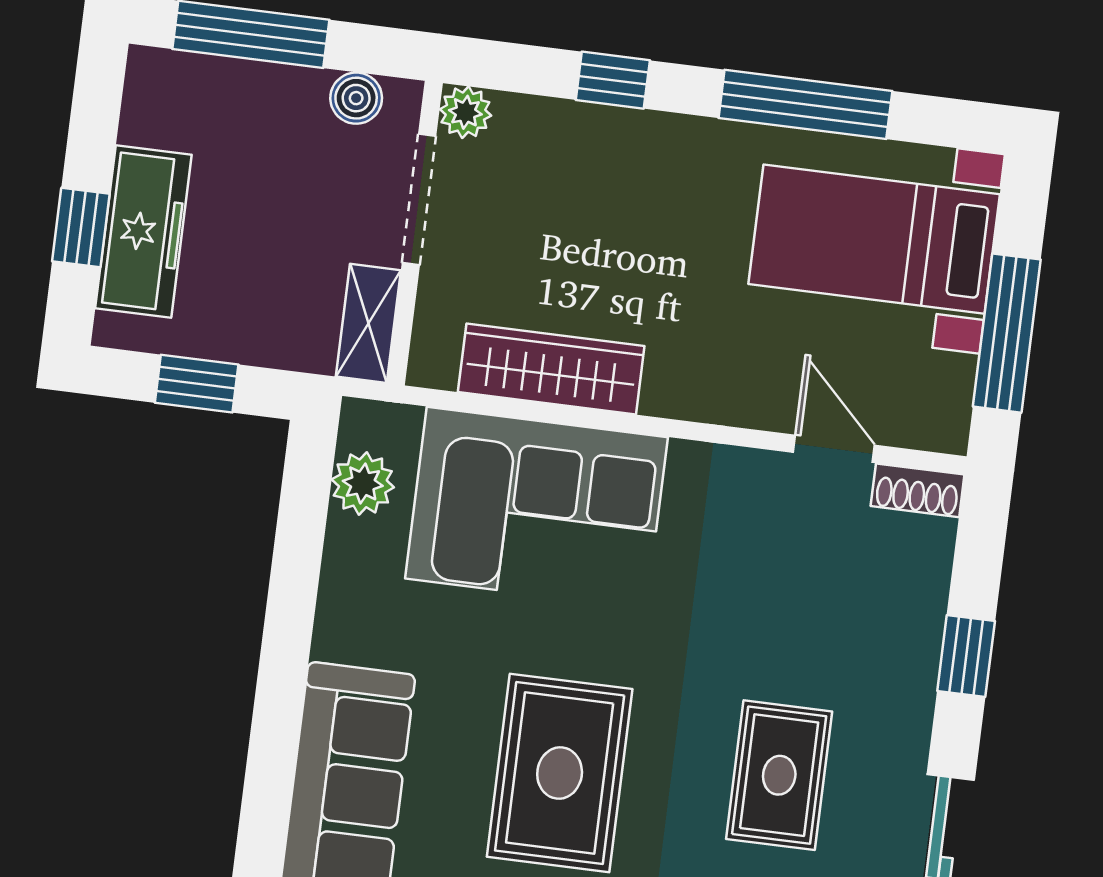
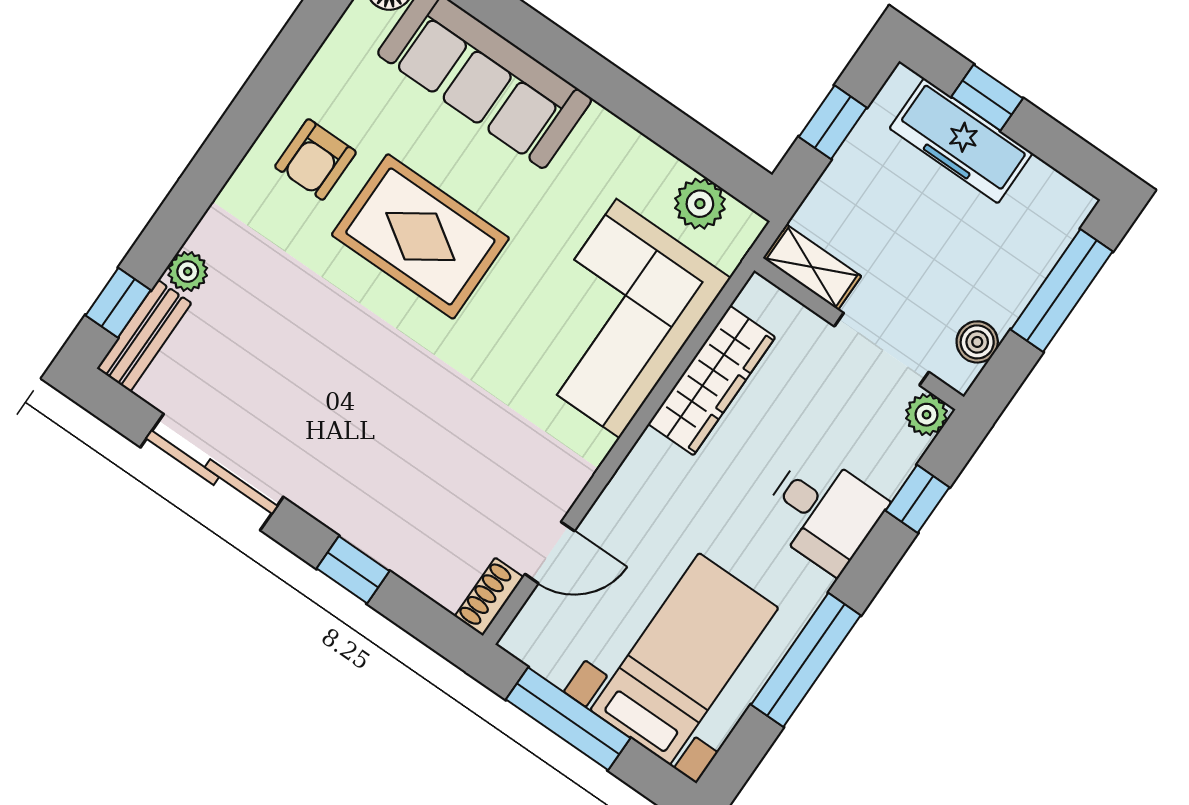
window: (613, 80) -> (917, 499), moved
desk: (632, 170) -> (823, 512), added
rug: (779, 775) -> (337, 392), removed

